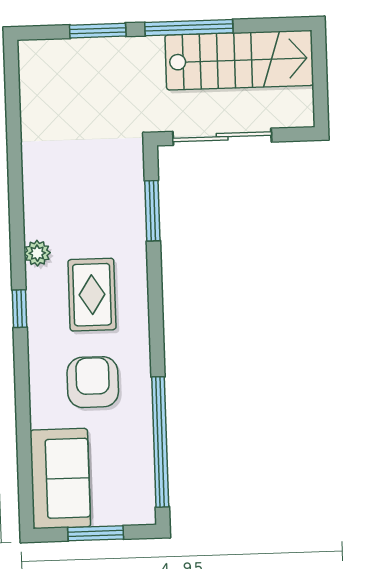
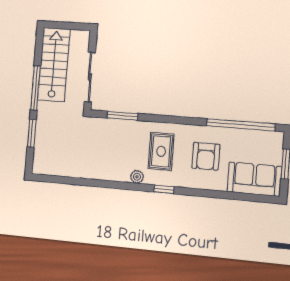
rug: (92, 295) -> (161, 151), turned 90
armchair: (93, 382) -> (206, 156), turned -90

